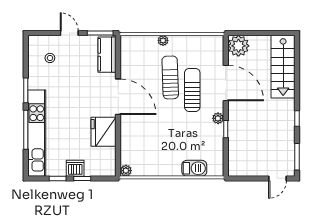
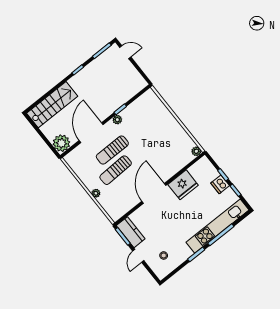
kitchen counter: (107, 55) -> (131, 232), moved, turned -90
barbecue: (194, 168) -> (161, 109), removed

